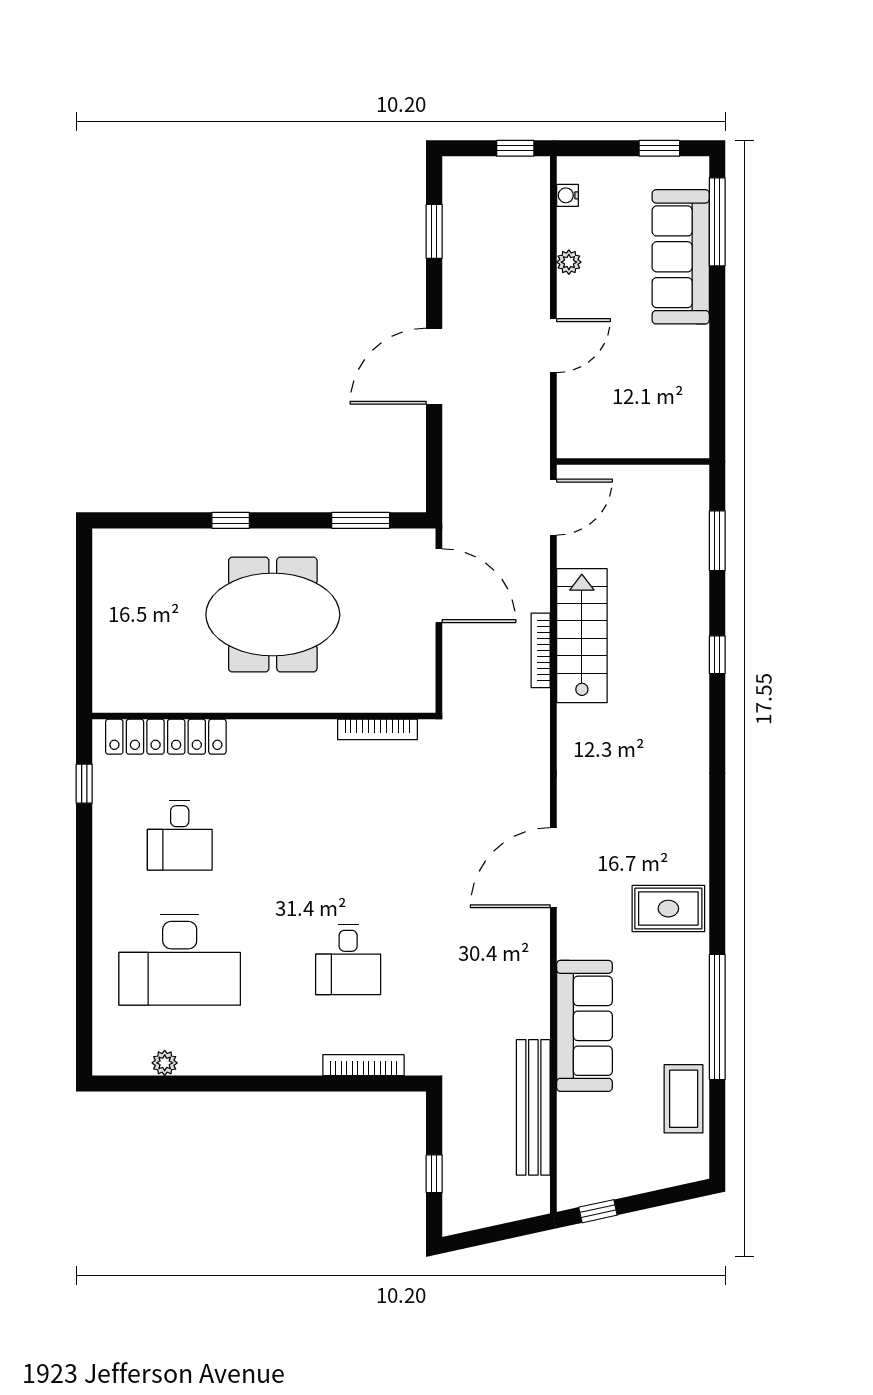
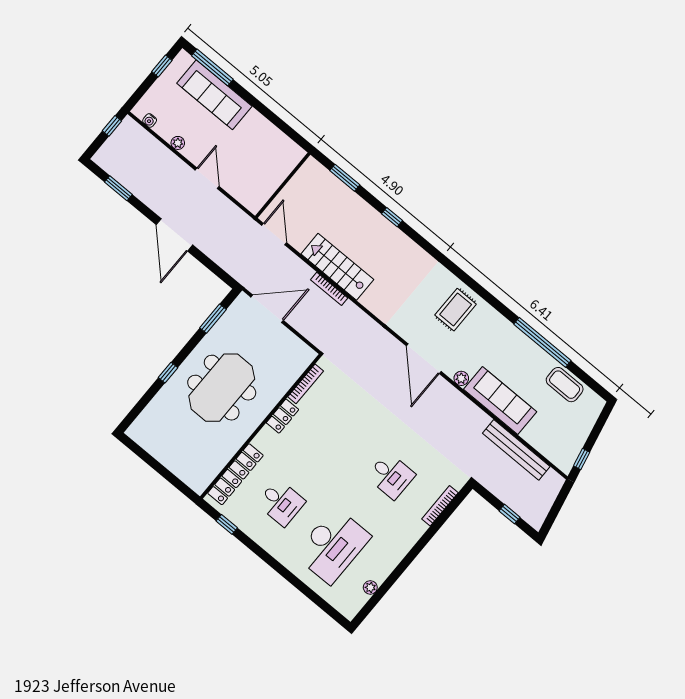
locker: (304, 735) -> (282, 416), added
rug: (668, 909) -> (456, 310), moved
plant: (570, 944) -> (461, 378), added

